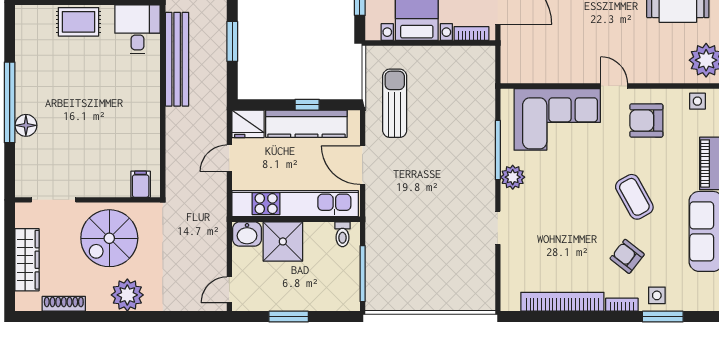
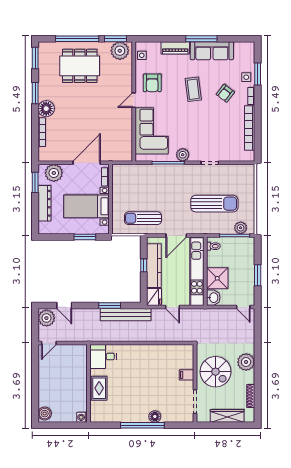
bench: (177, 59) -> (126, 315), moved
filing cabinet: (141, 184) -> (186, 375), moved
coffee table: (634, 197) -> (193, 89), turned -68
sun lounger: (422, 236) -> (214, 204), added
plant: (377, 285) -> (241, 228), added

